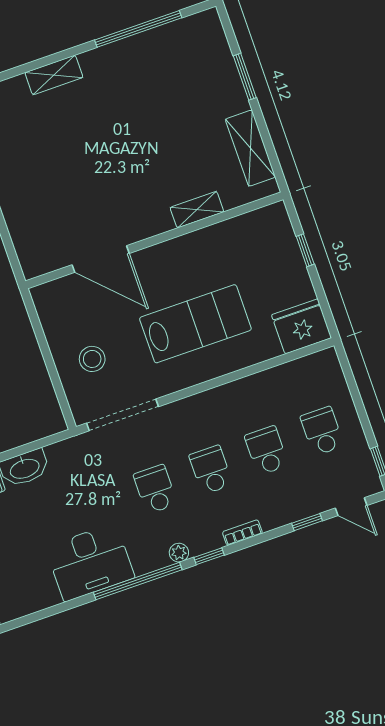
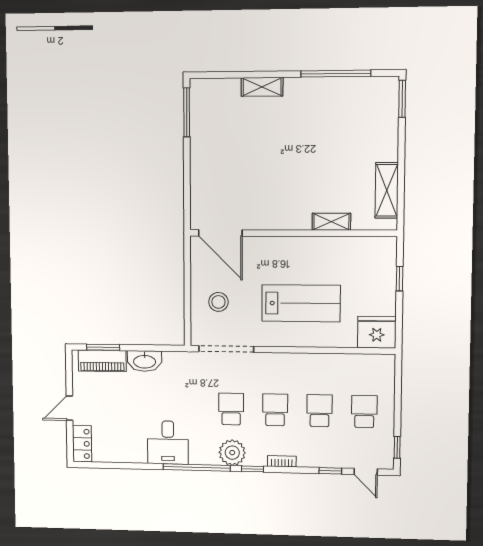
window: (245, 77) -> (402, 99), moved
door: (101, 259) -> (220, 233), moved
plant: (179, 553) -> (232, 453), width x1.87, depth x1.87
desk: (90, 562) -> (168, 443), width x0.73

